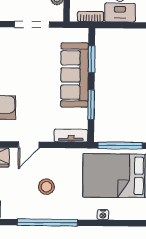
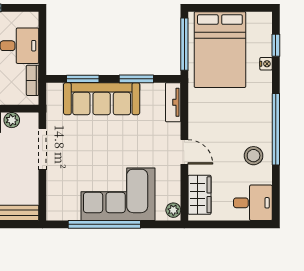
stool: (46, 187) -> (254, 156), moved
window: (119, 223) -> (276, 45), added

